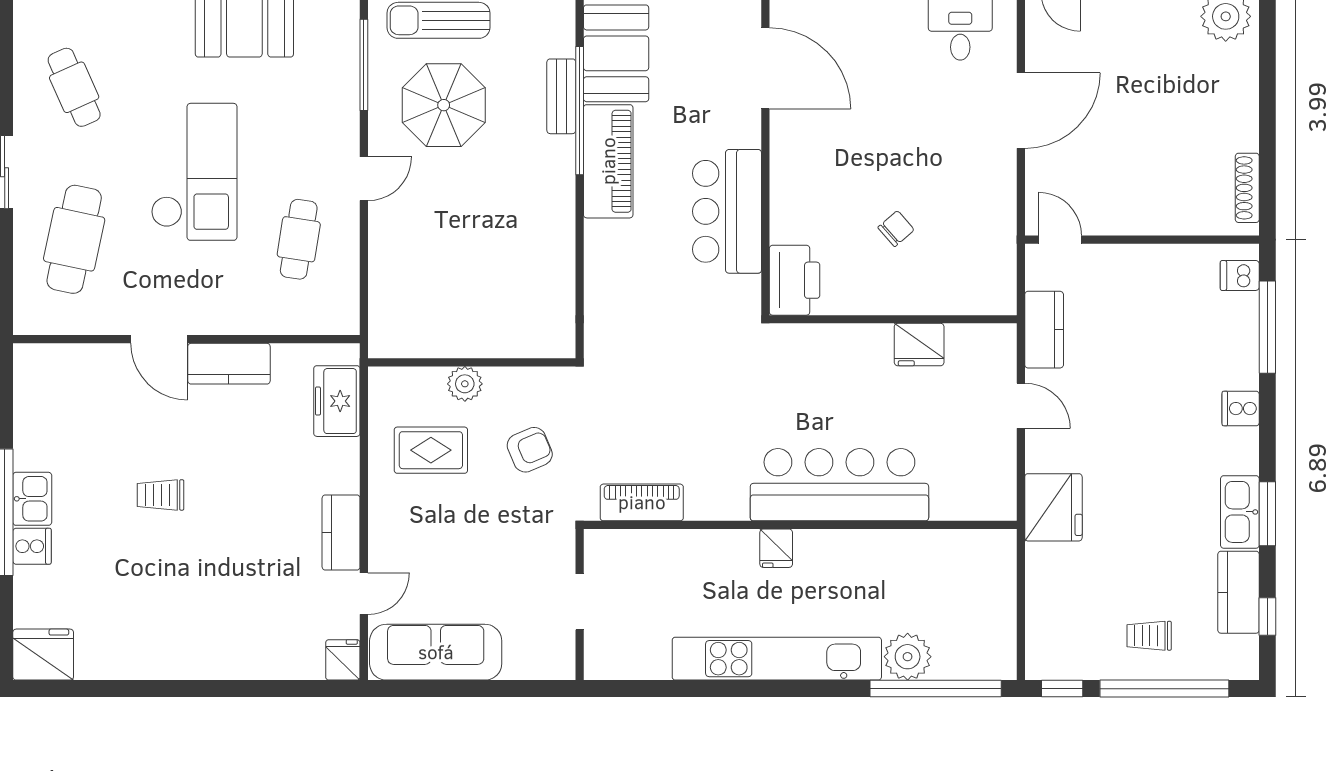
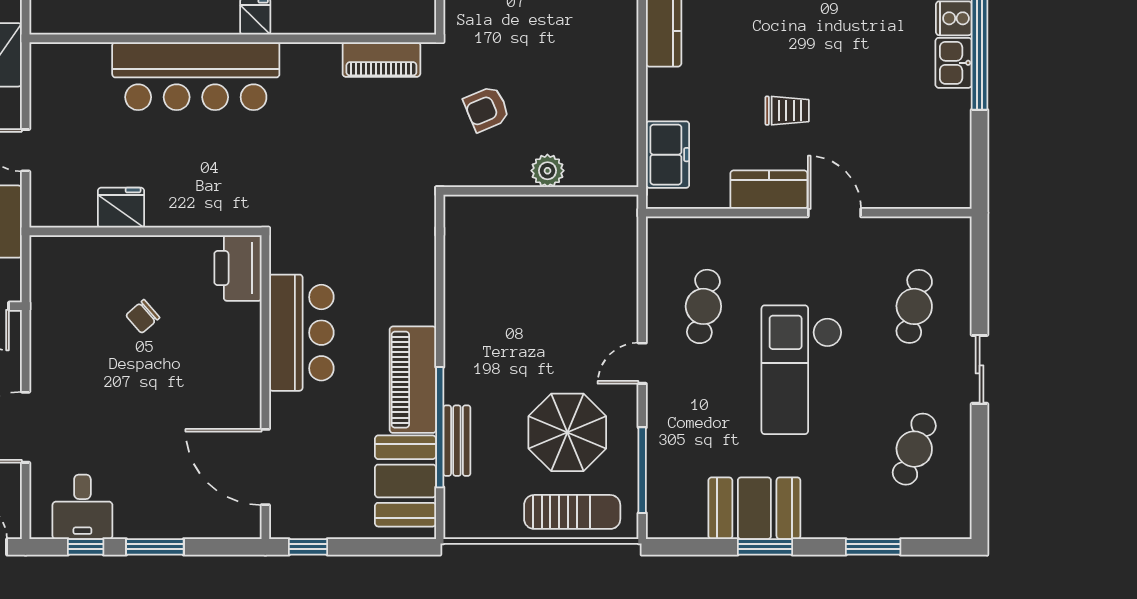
cafe table: (74, 87) -> (914, 449), turned 45
cafe table: (74, 239) -> (914, 306), width x0.73, depth x0.74
rug: (431, 450) -> (579, 109), removed
trolley: (160, 495) -> (787, 111), moved

